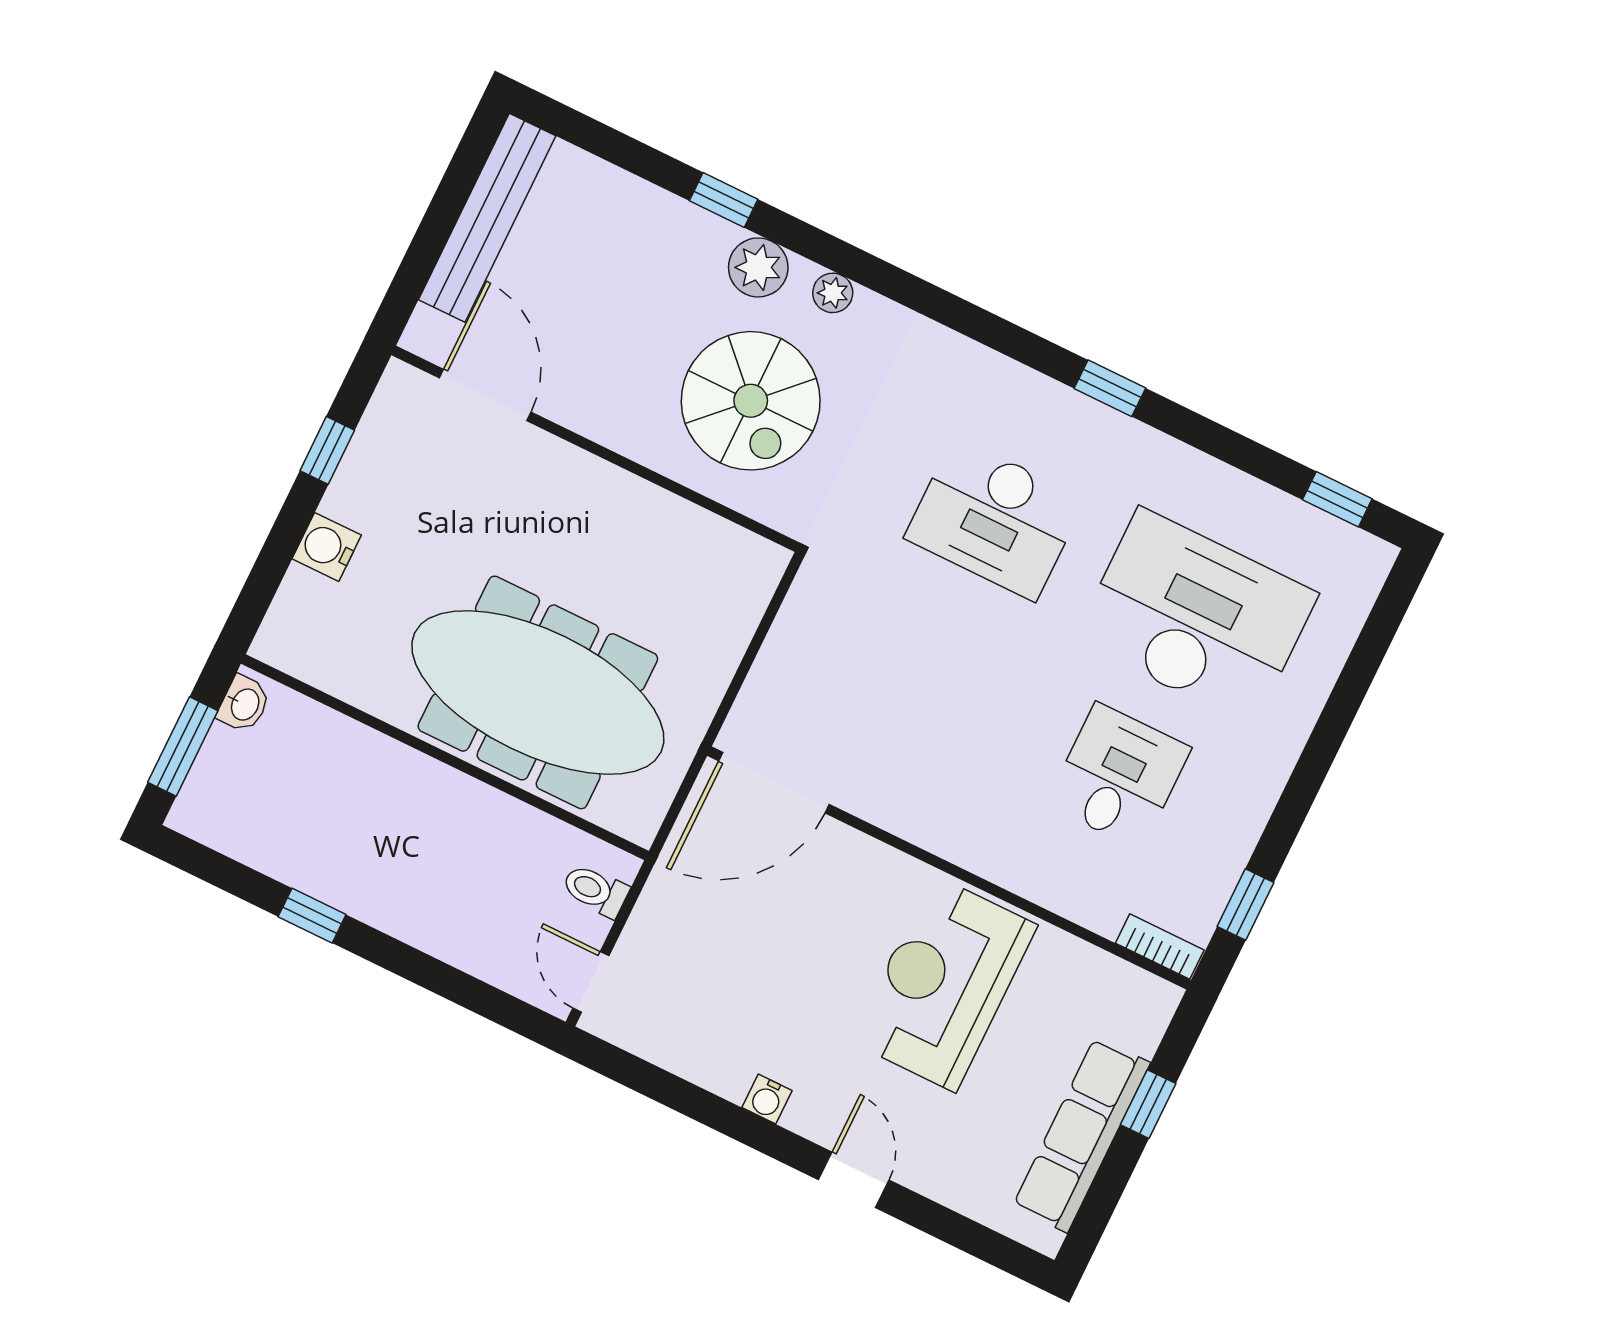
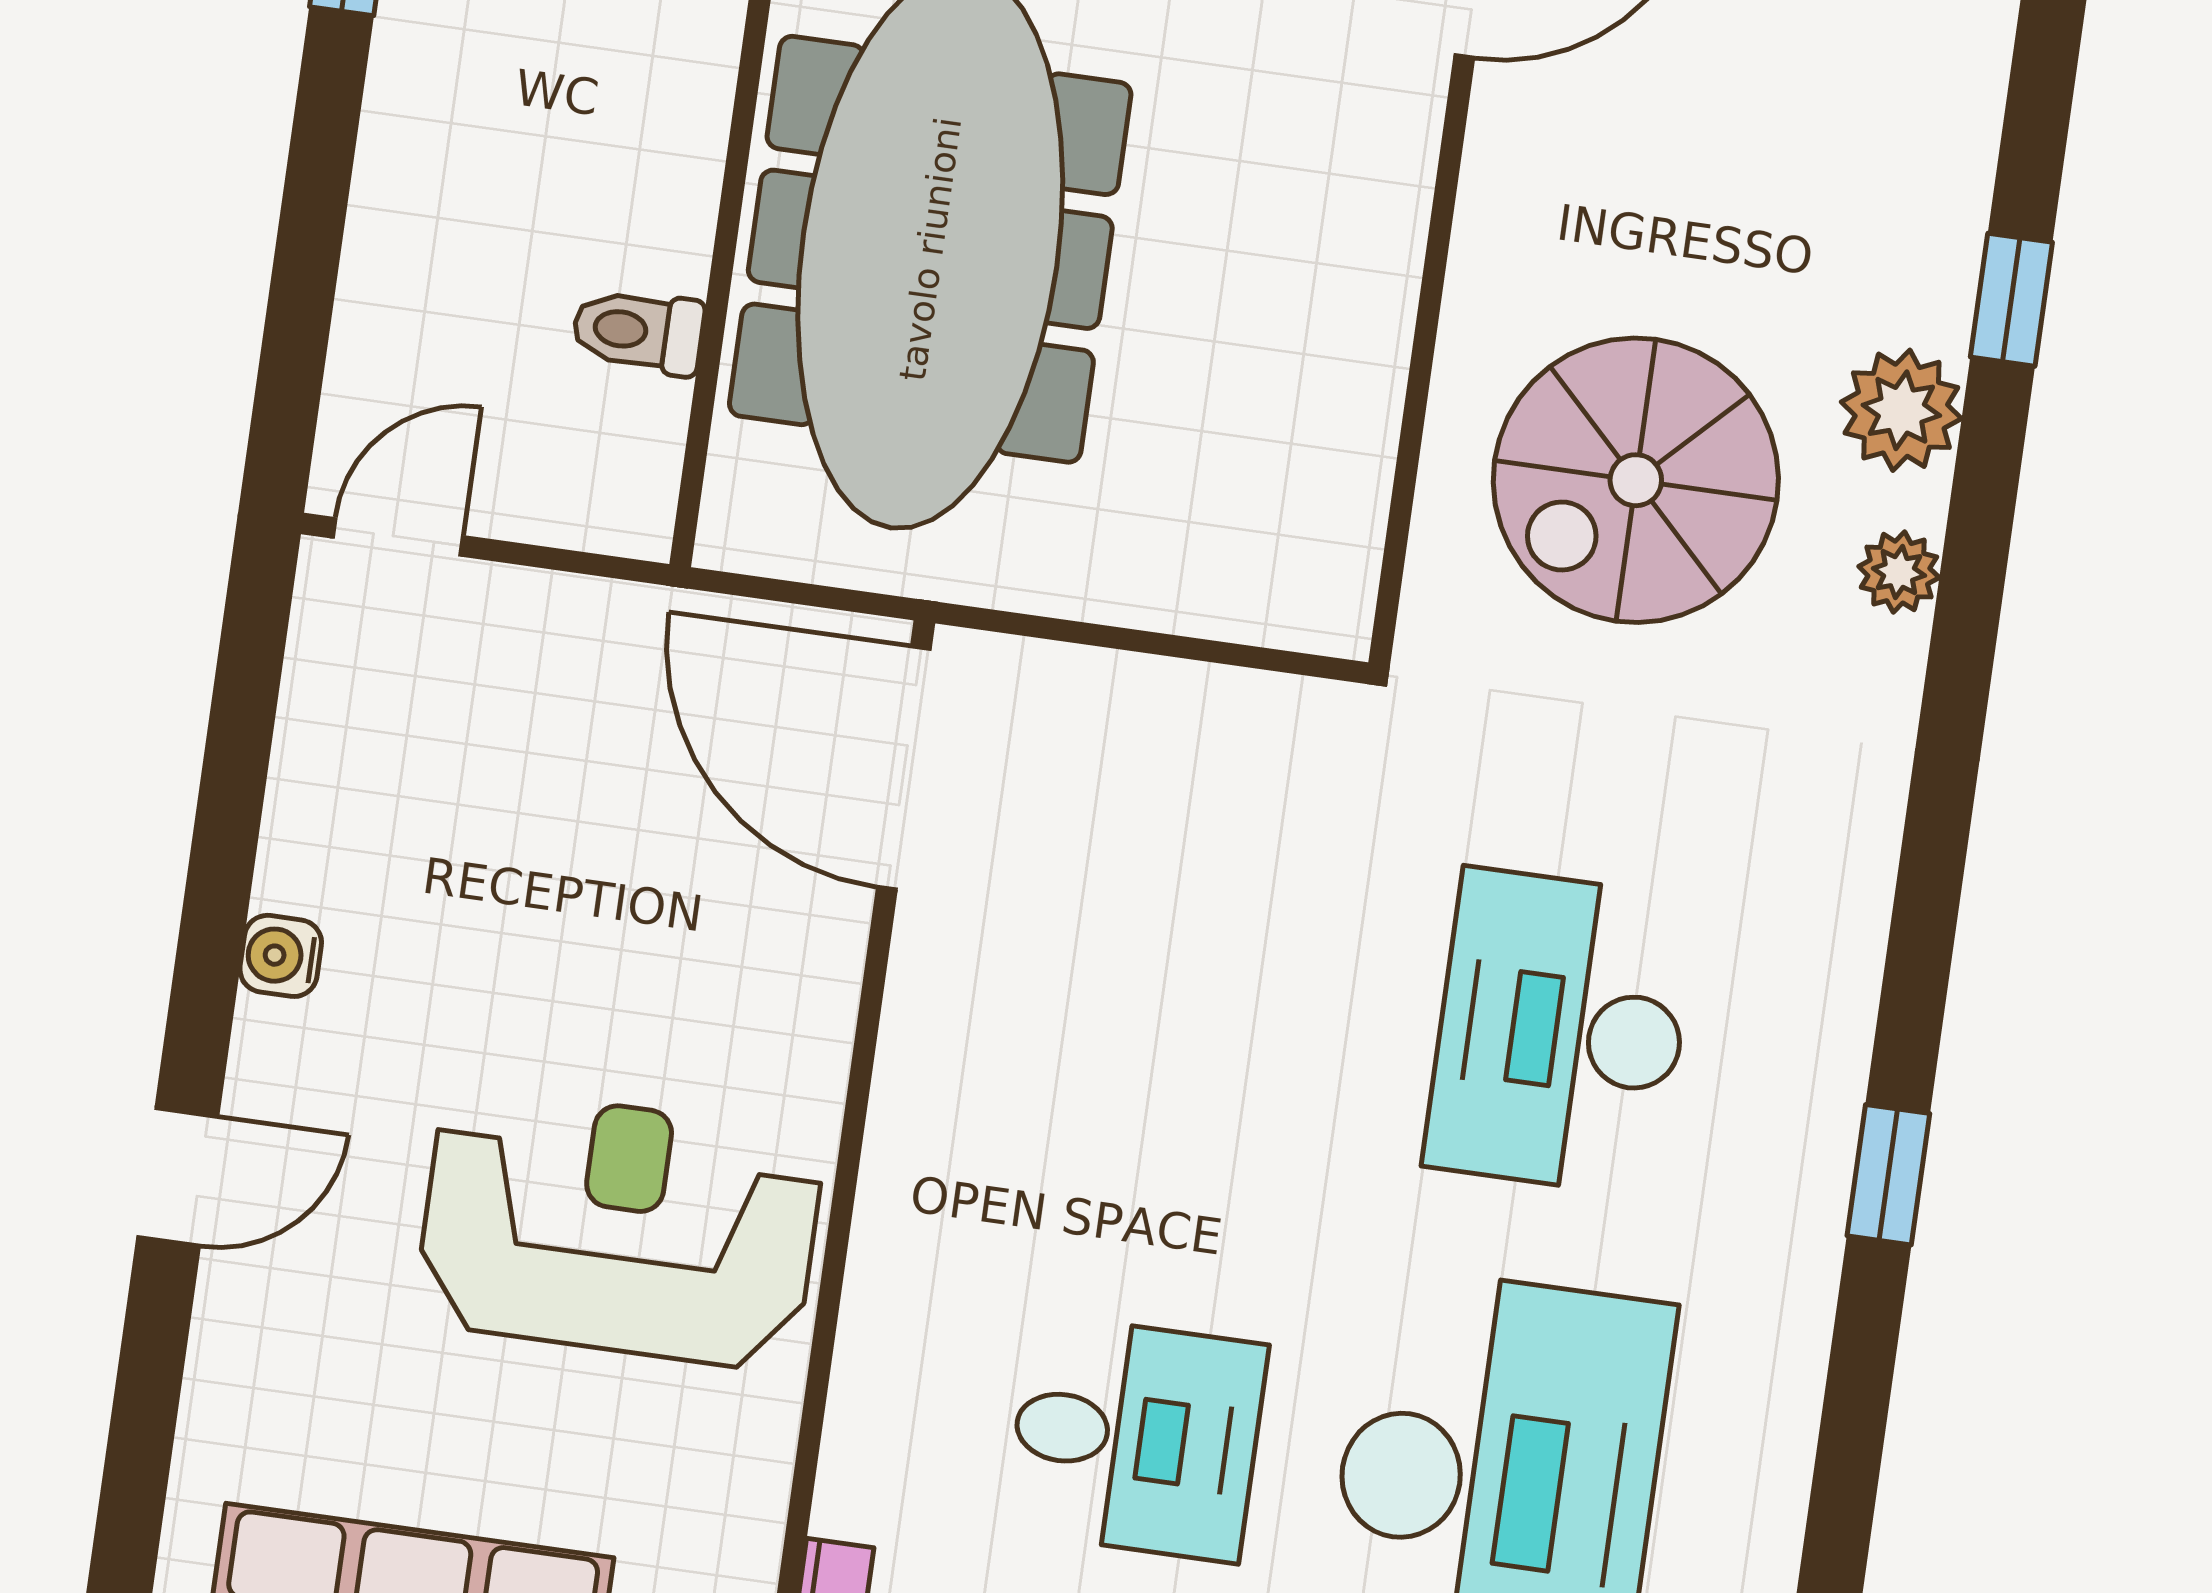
toilet: (595, 890) -> (638, 331), moved, turned -90

